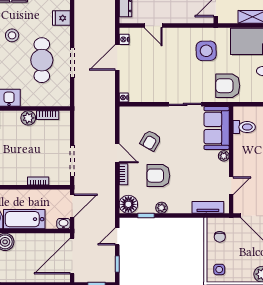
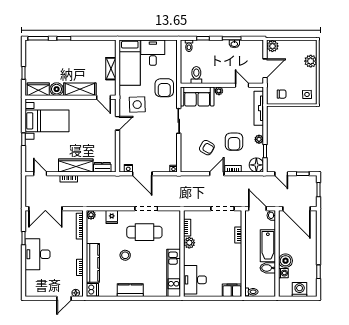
door: (153, 26) -> (118, 123), moved
tv unit: (208, 207) -> (259, 108), width x1.41

